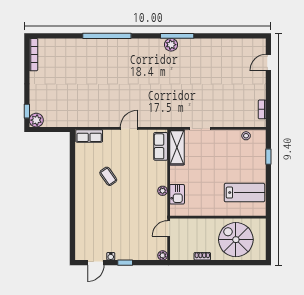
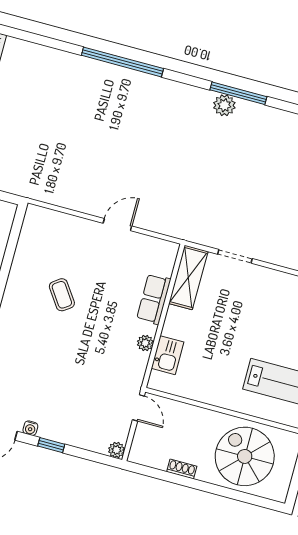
row of seats: (89, 136) -> (48, 219), removed
row of seats: (161, 146) -> (154, 299), moved
door: (169, 228) -> (138, 408), swing flipped

